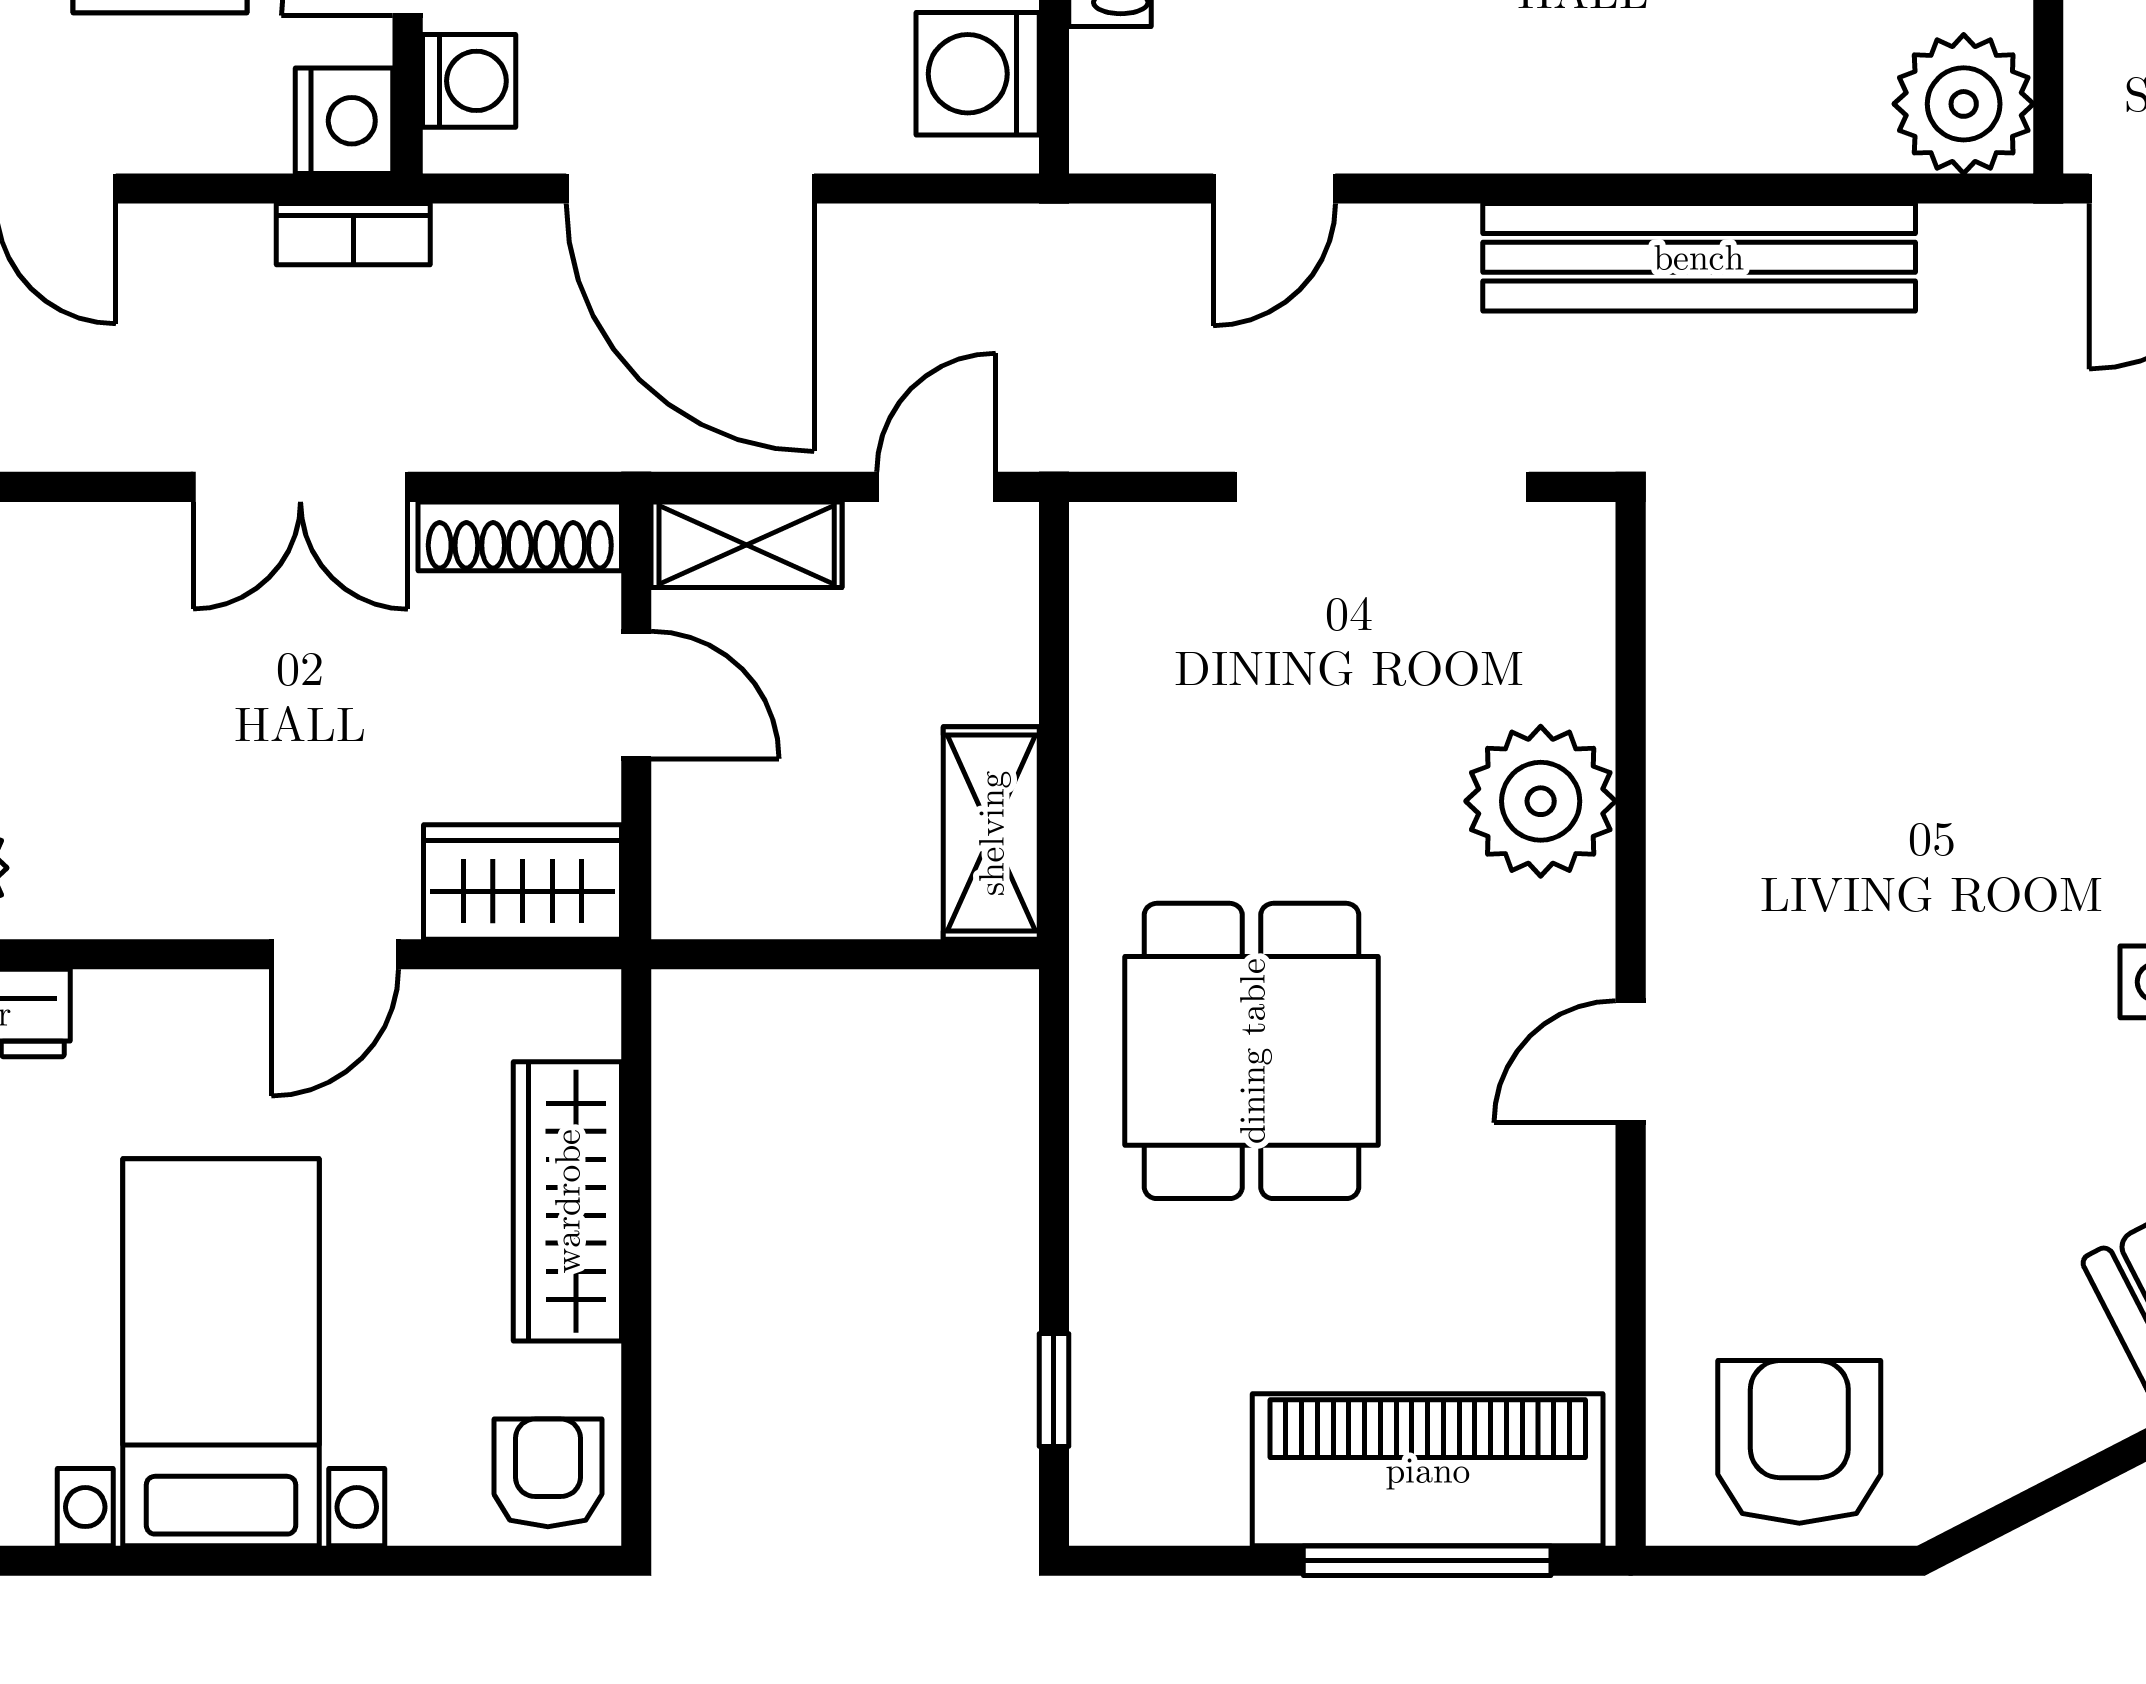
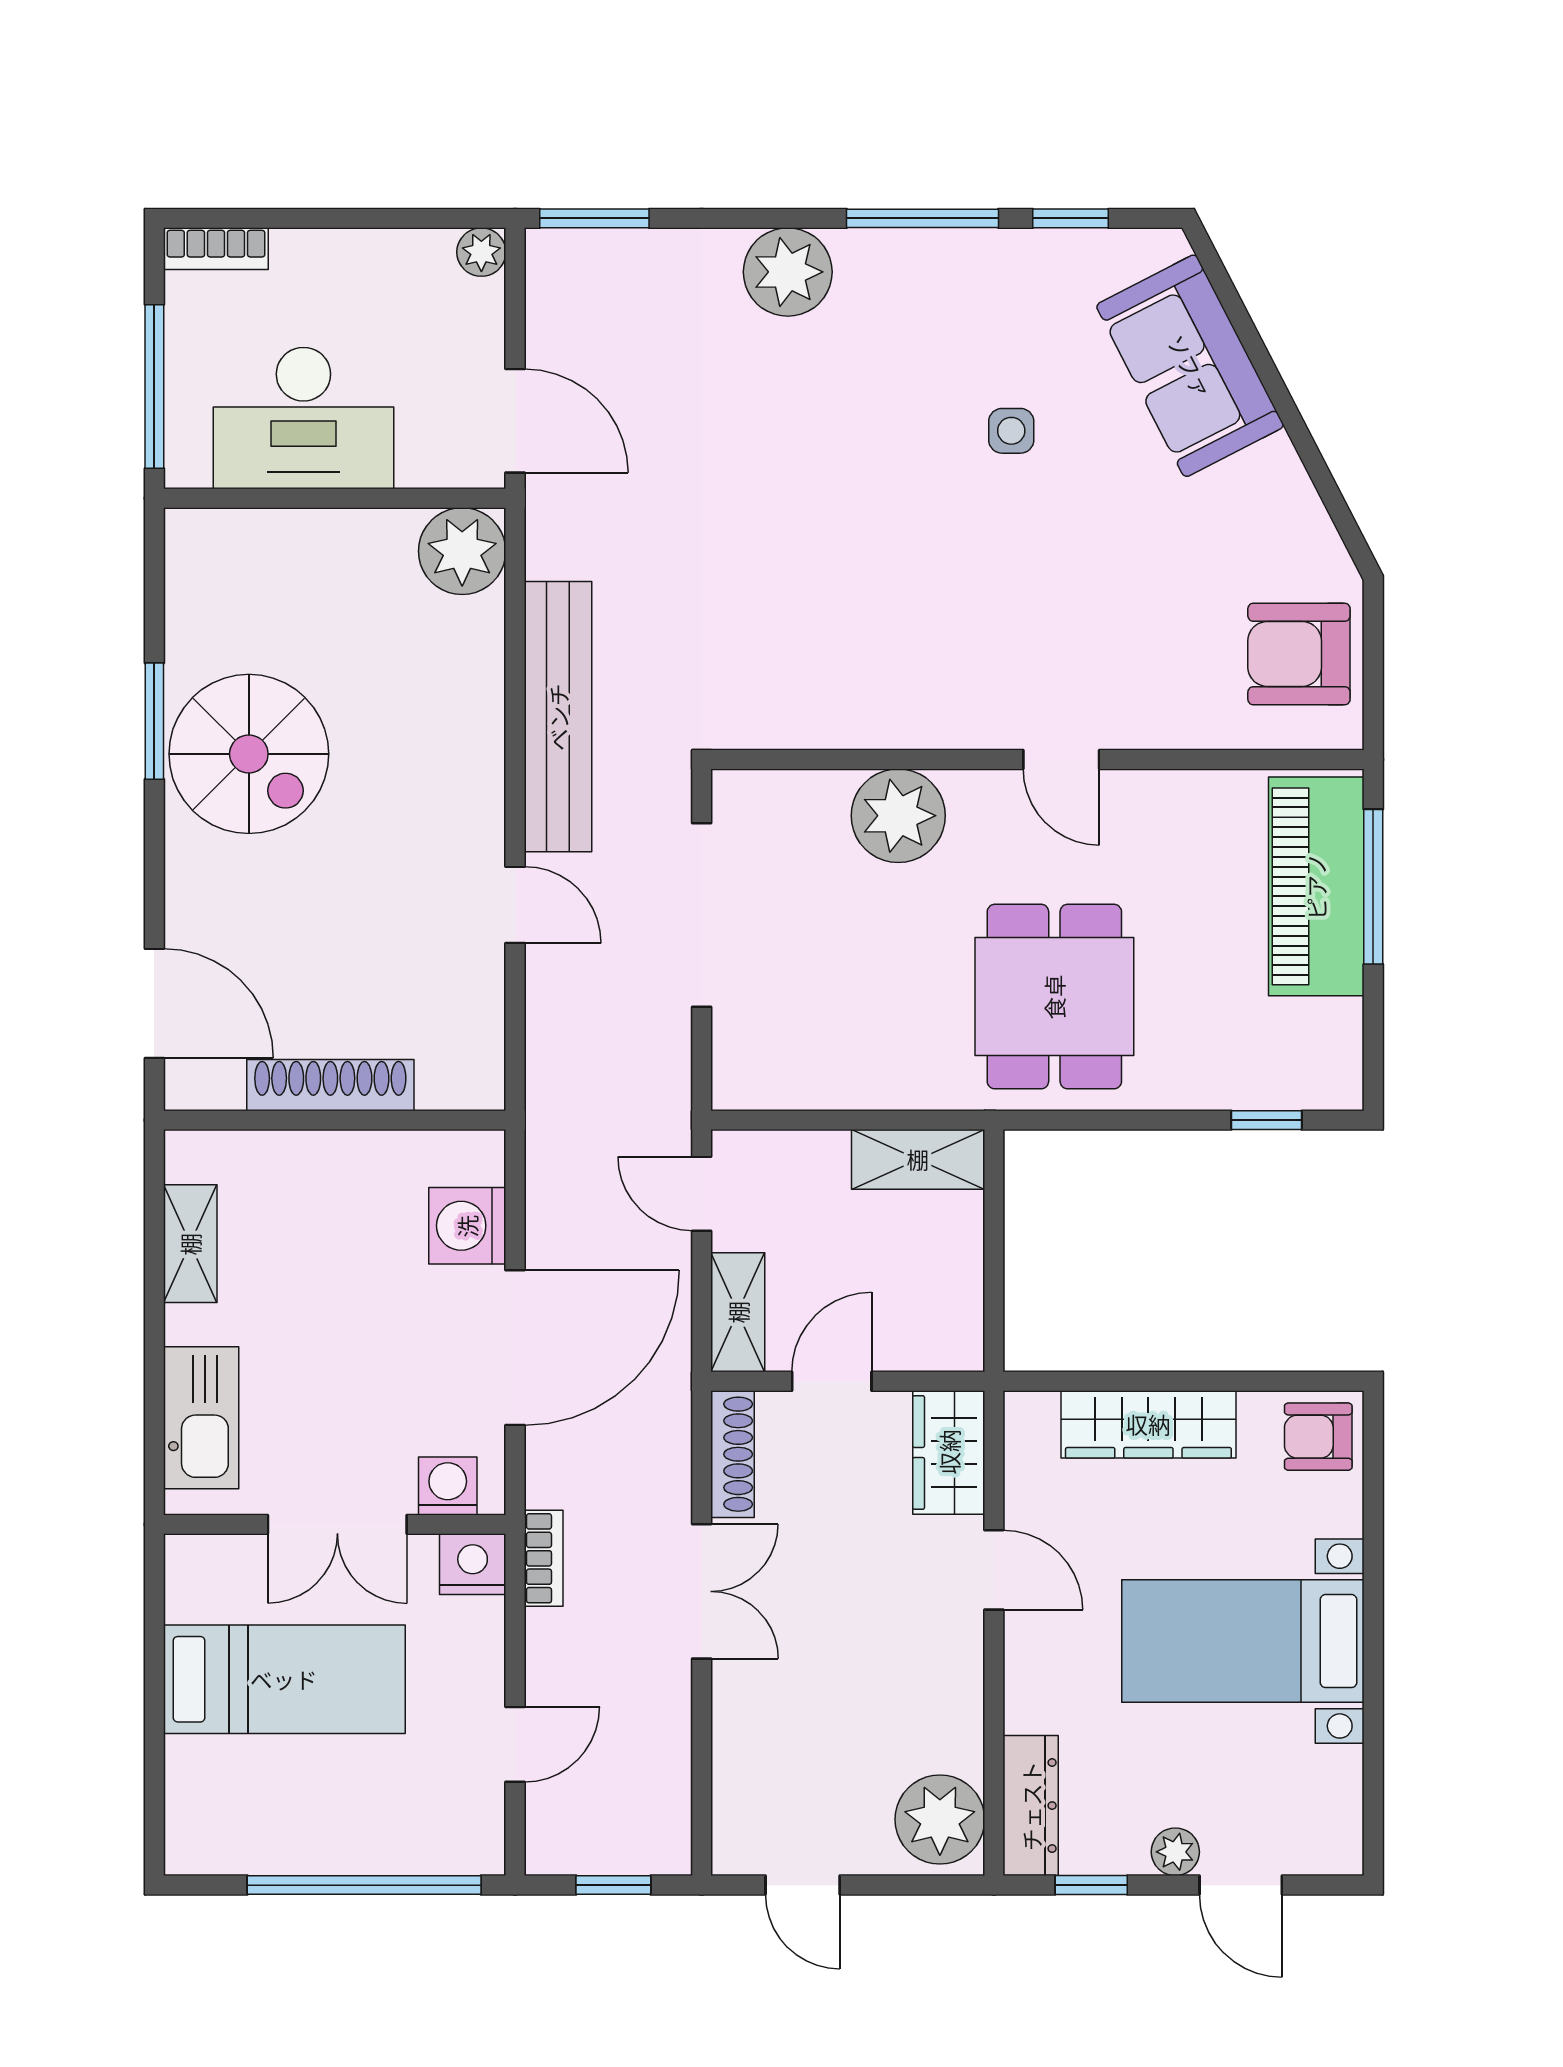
washing machine: (978, 74) -> (467, 1226), moved, turned 90
door: (1274, 189) -> (515, 905), moved
dining table: (1252, 1051) -> (1054, 997), turned 90

